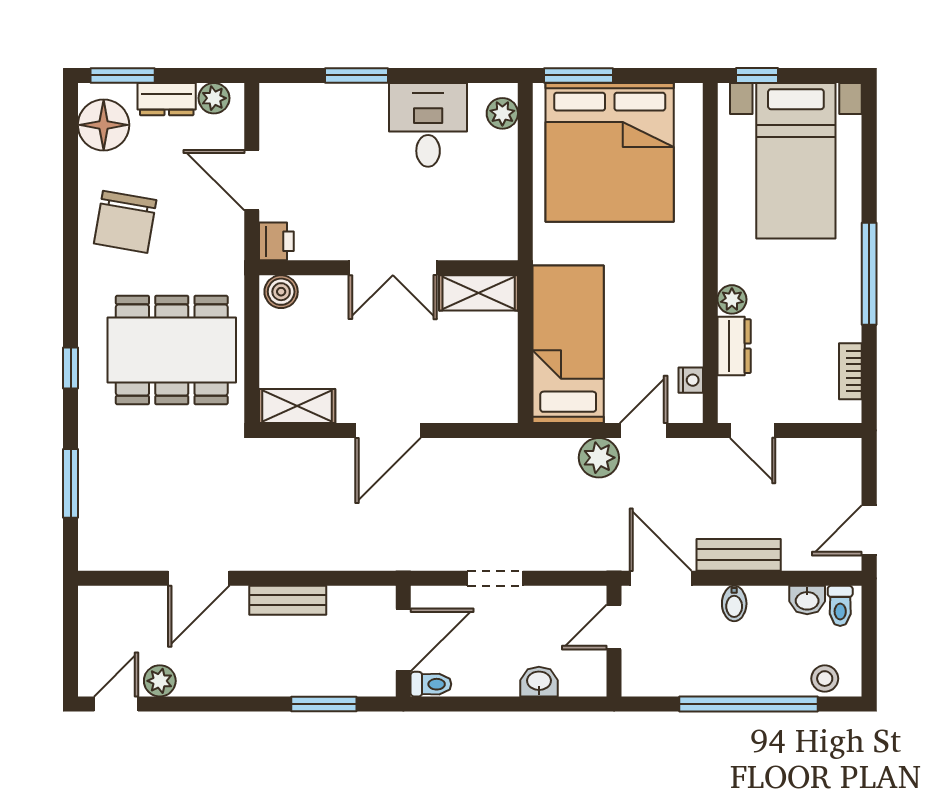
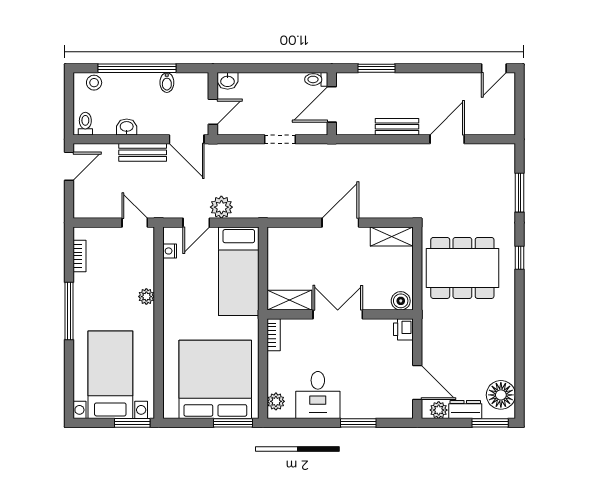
window: (757, 75) -> (132, 423), width x1.50
door: (252, 180) -> (417, 382), moved
chair: (125, 222) -> (489, 340), removed
bookcase: (506, 232) -> (274, 335), added
dresser: (734, 346) -> (145, 270), removed
washbasin: (807, 600) -> (127, 127), moved
bidet: (734, 604) -> (167, 82), moved, turned 180
plant: (160, 681) -> (469, 81), removed
washbasin: (539, 682) -> (228, 81), moved

